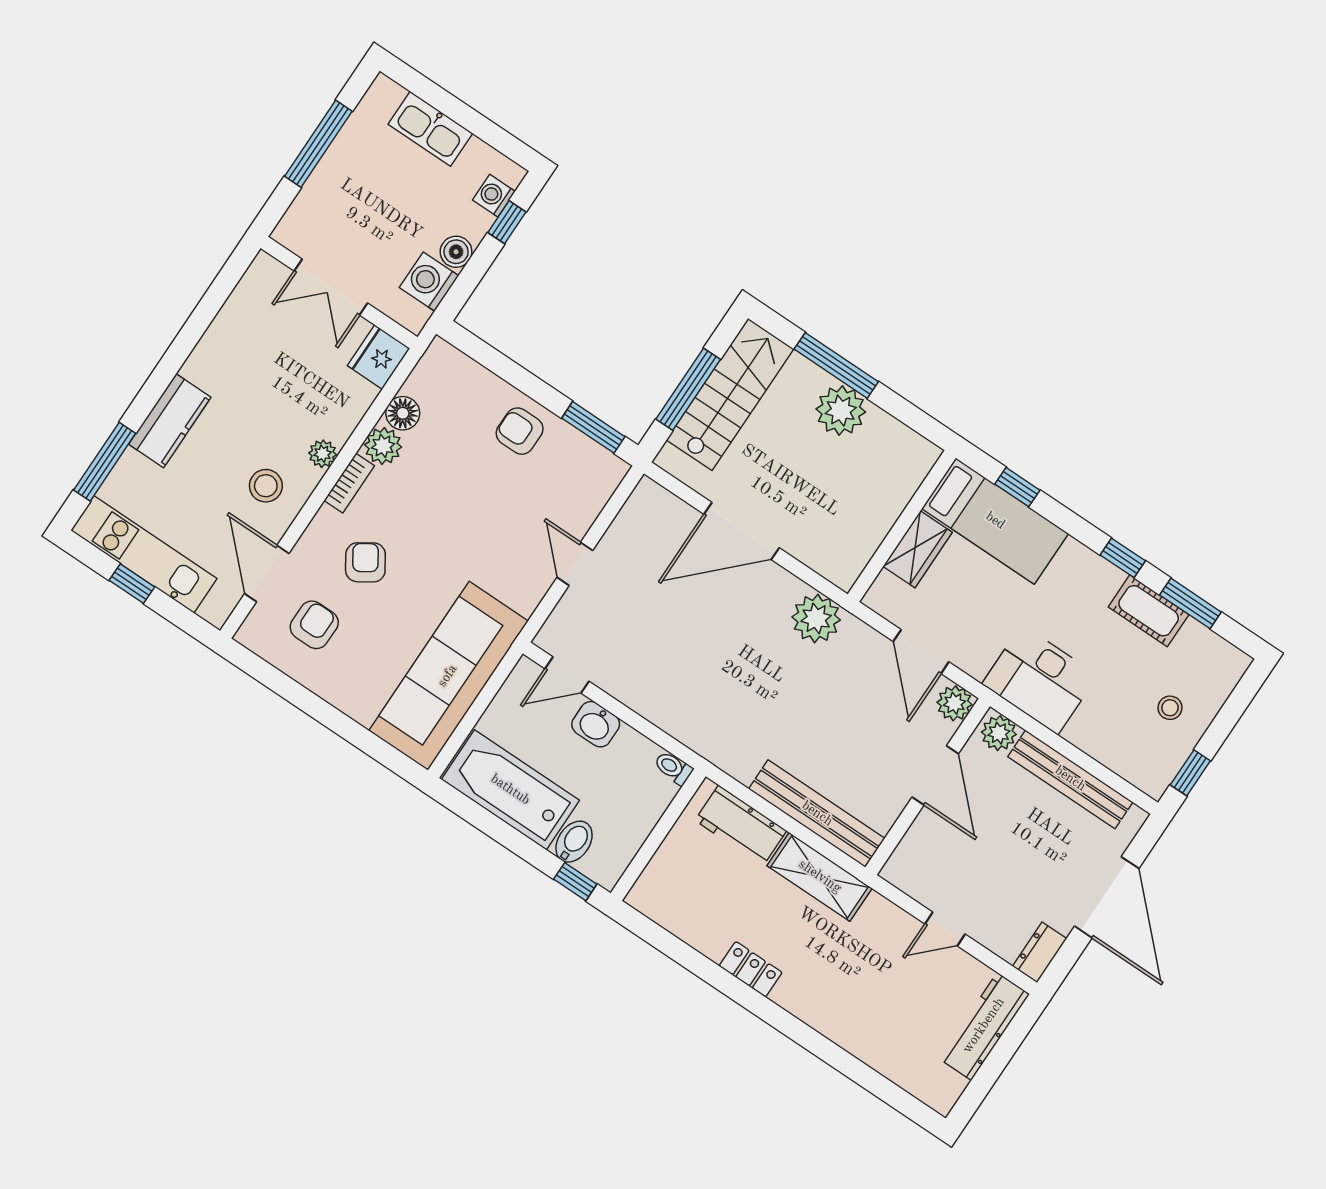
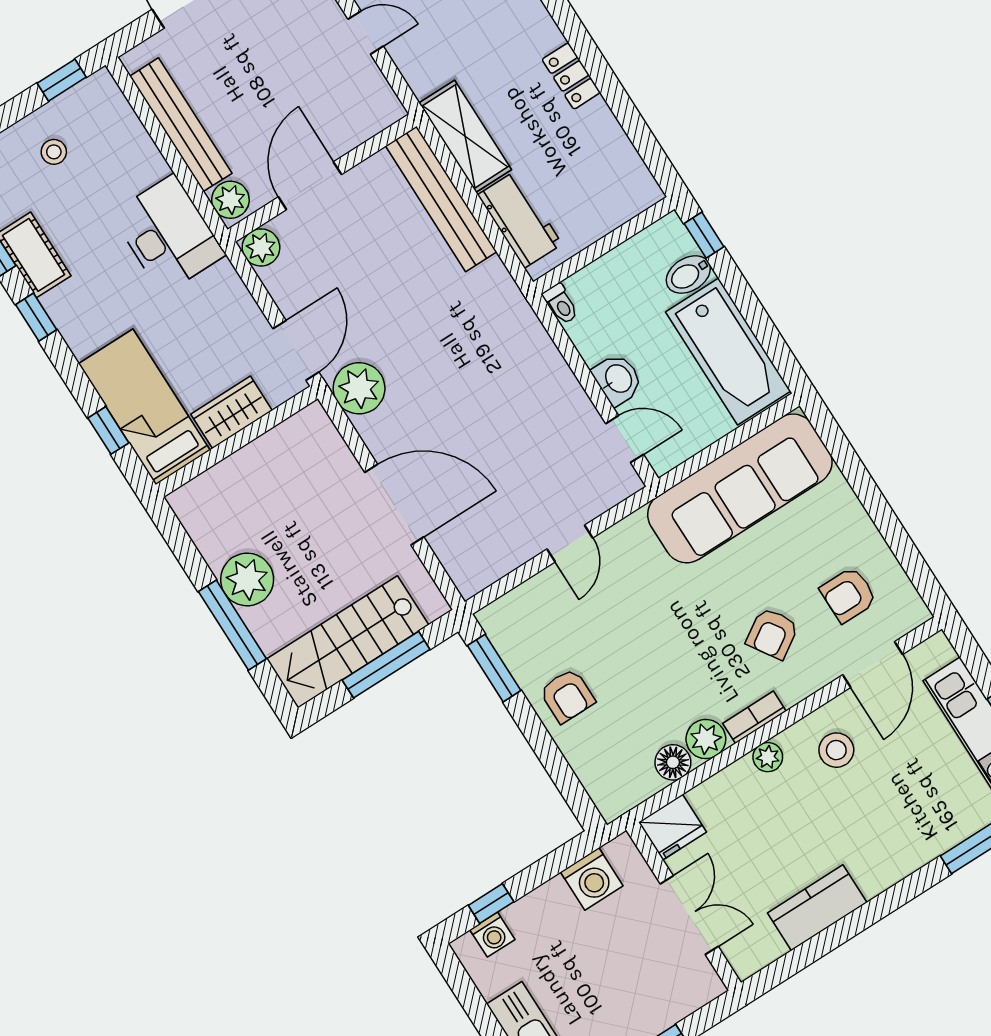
boiler: (456, 252) -> (553, 896), removed
kitchen counter: (170, 421) -> (817, 908), moved
door: (921, 652) -> (296, 350), moved

